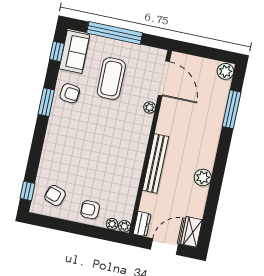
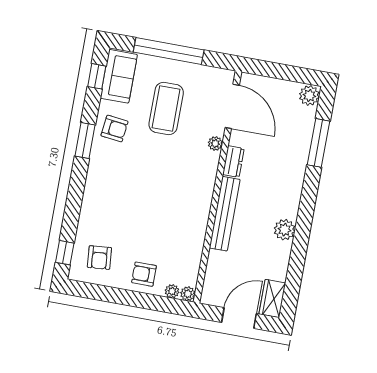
armchair: (55, 195) -> (99, 258), turned -113
dresser: (142, 224) -> (233, 162), moved

